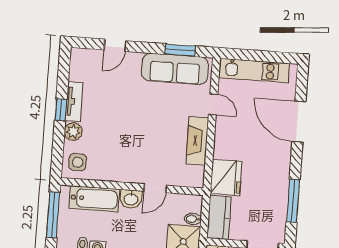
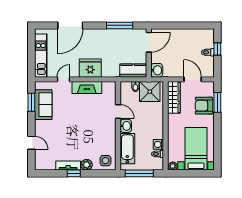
sofa: (175, 69) -> (43, 105), width x0.73
fridge: (226, 178) -> (90, 68), moved

